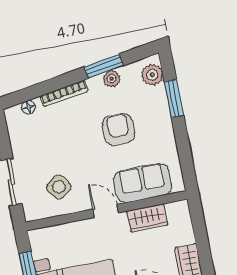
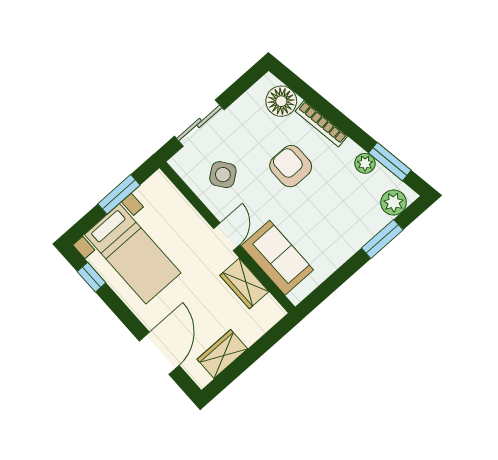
window: (104, 66) -> (390, 162), moved
floor lamp: (28, 107) -> (281, 101), width x1.89, depth x1.89
armchair: (118, 129) -> (291, 166), moved, turned -90

